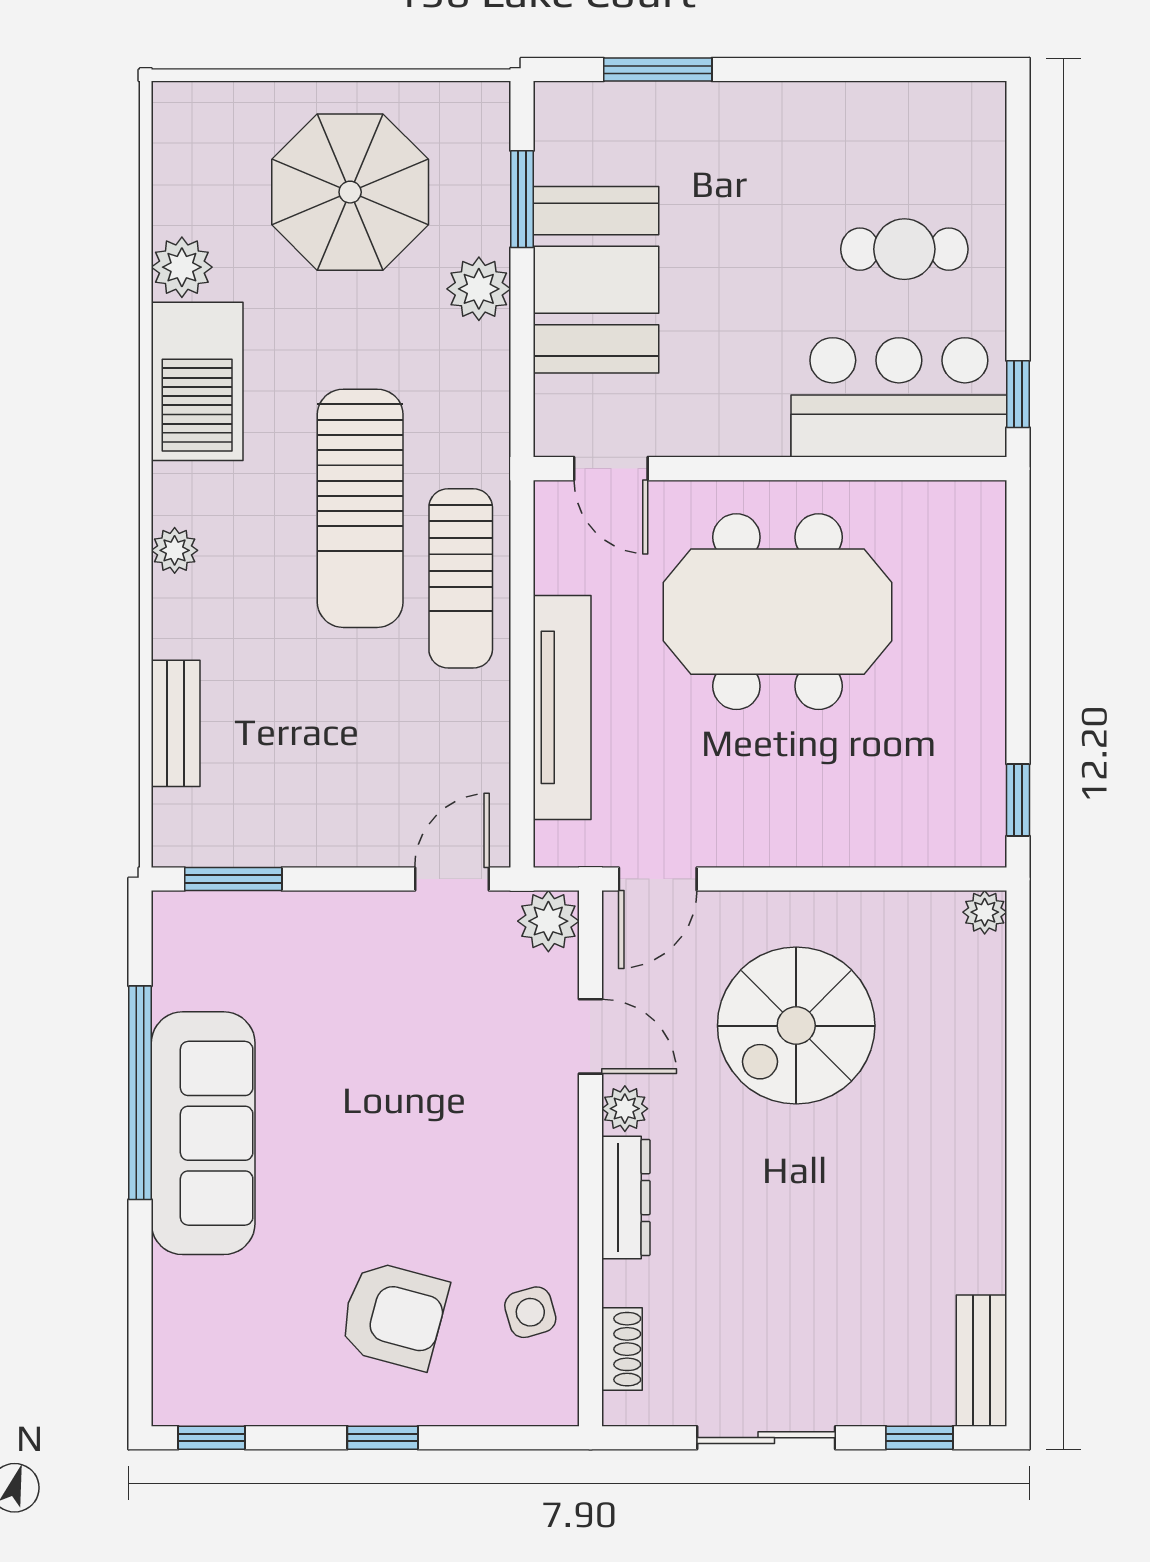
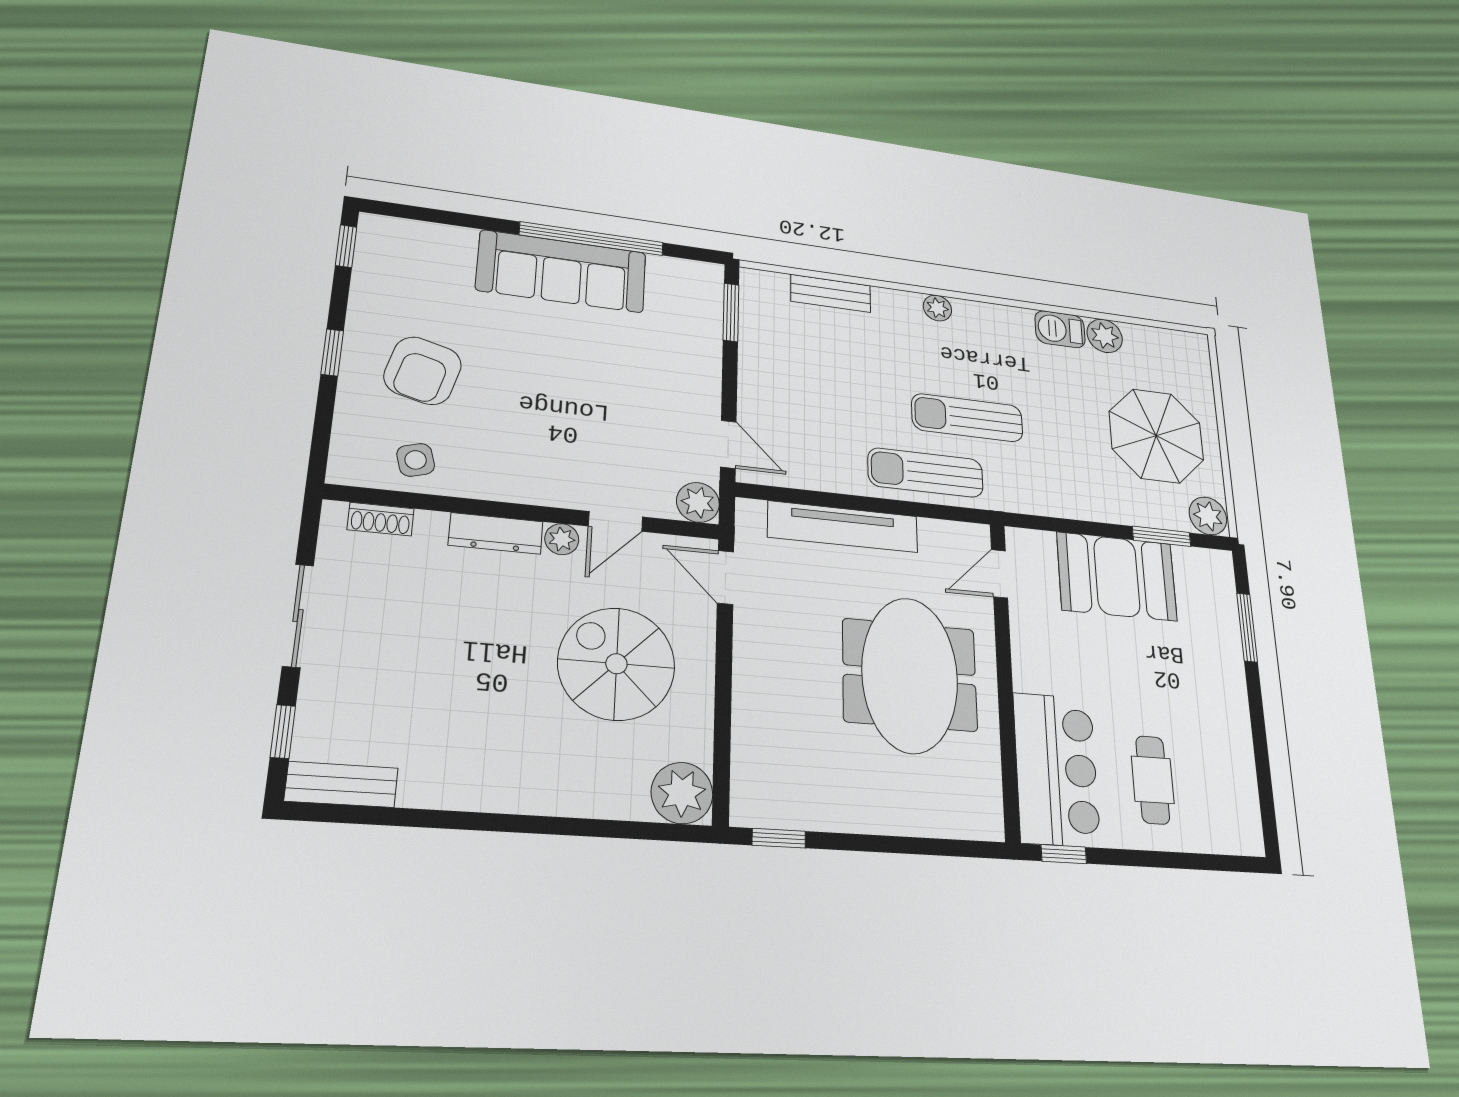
plant: (479, 289) -> (1208, 516), moved
barbecue: (197, 381) -> (1060, 329), width x0.53, depth x0.65
sun lounger: (360, 508) -> (967, 418), width x0.73, depth x0.75
plant: (985, 912) -> (682, 793), width x1.88, depth x1.88

